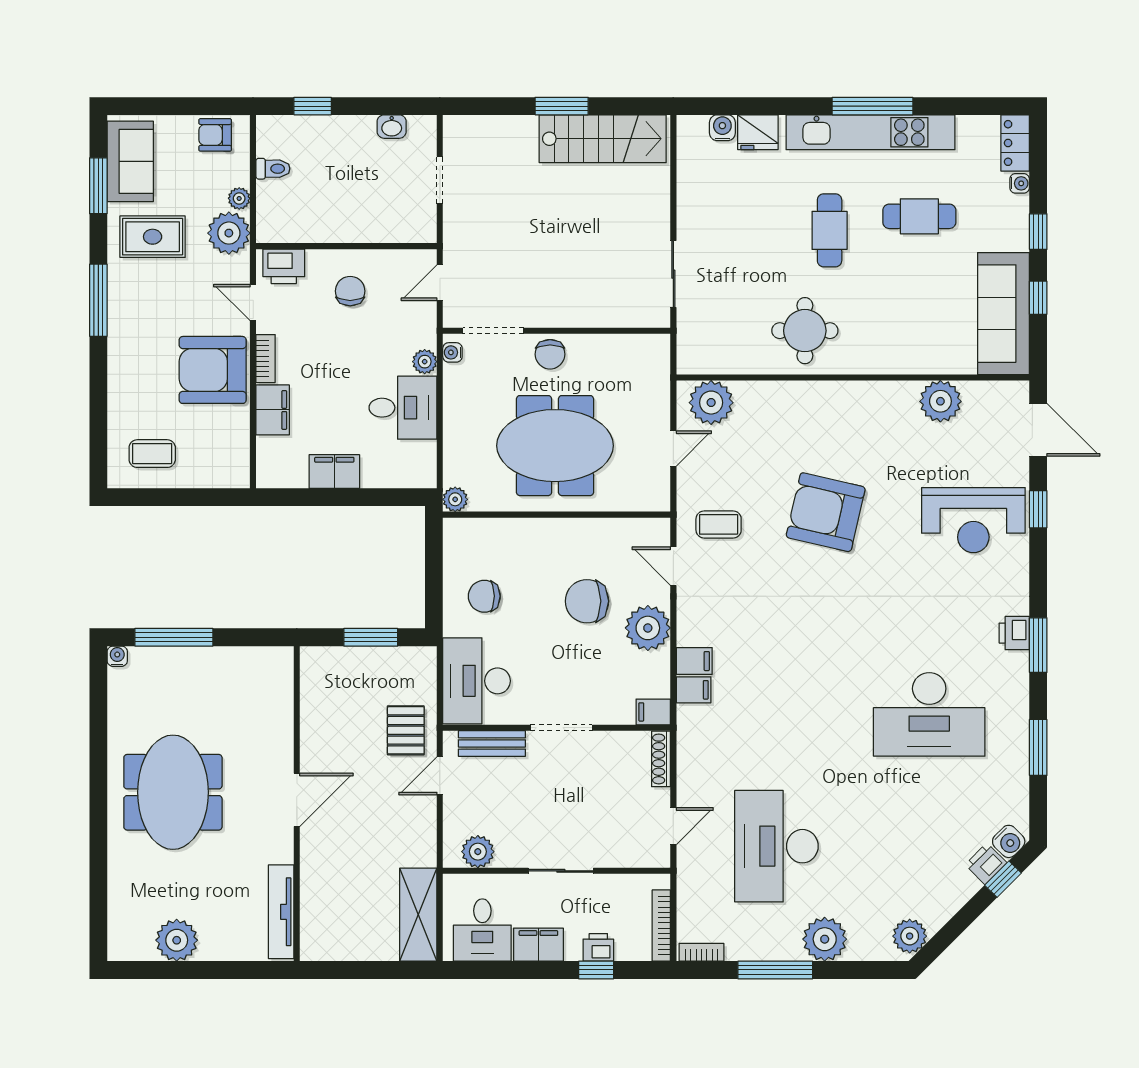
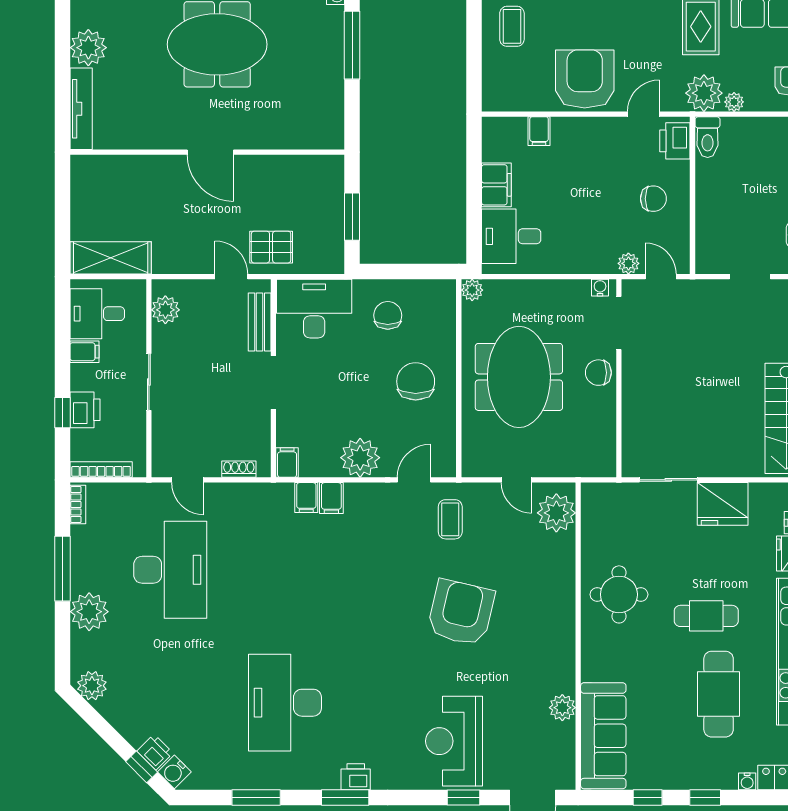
toilet: (273, 169) -> (708, 137), moved, width x1.37, depth x1.39
fridge: (701, 212) -> (723, 504), added
cafe table: (919, 216) -> (719, 694), width x1.37, depth x1.35
sofa: (1004, 314) -> (603, 736), moved, turned 90
bookcase: (266, 359) -> (595, 125), removed
plant: (425, 362) -> (628, 263), moved
plant: (940, 401) -> (562, 708), width x0.73, depth x0.73
desk: (403, 408) -> (511, 236), moved, turned 90
filing cabinet: (273, 410) -> (539, 131), width x0.50
chair: (587, 601) -> (416, 381), moved
shoe rack: (661, 759) -> (239, 469), width x0.70
desk: (776, 846) -> (170, 570), turned 90
tv unit: (281, 912) -> (81, 109), moved, turned 90
filing cabinet: (538, 945) -> (84, 352), width x0.50
printer: (598, 947) -> (85, 410), width x1.36, depth x1.24

